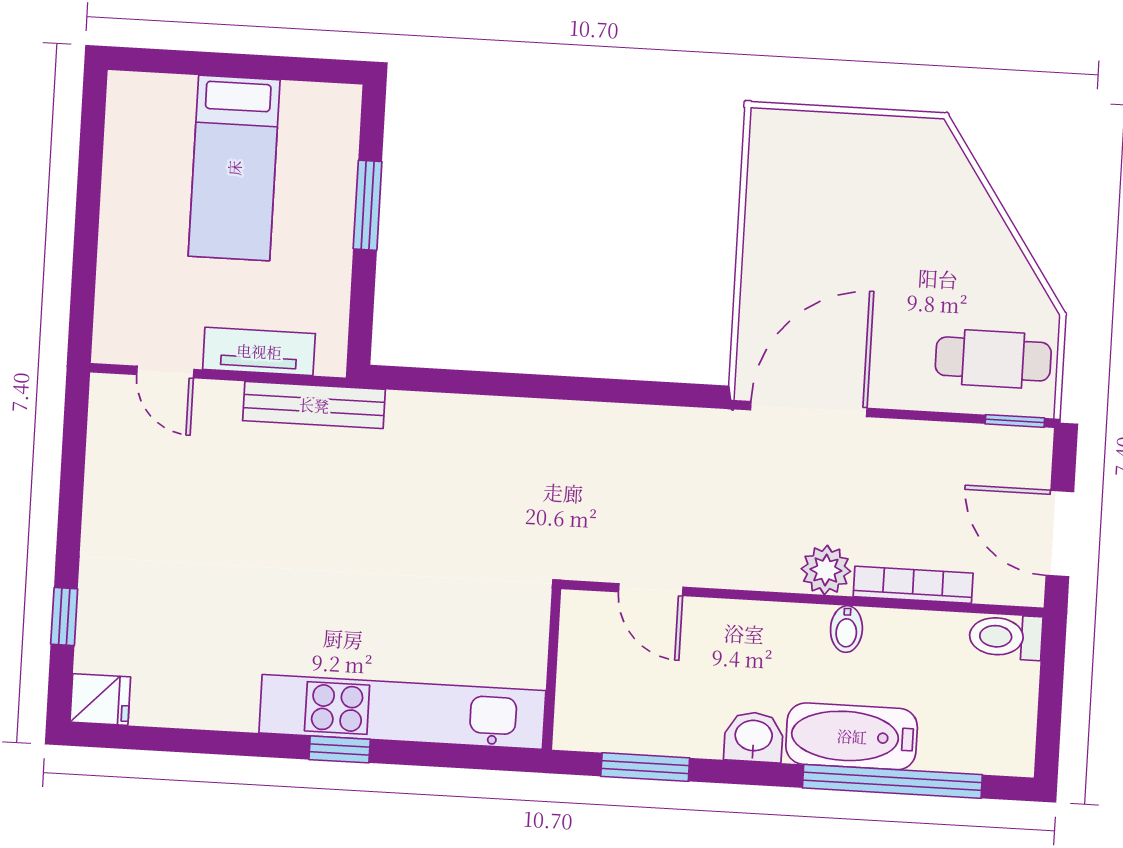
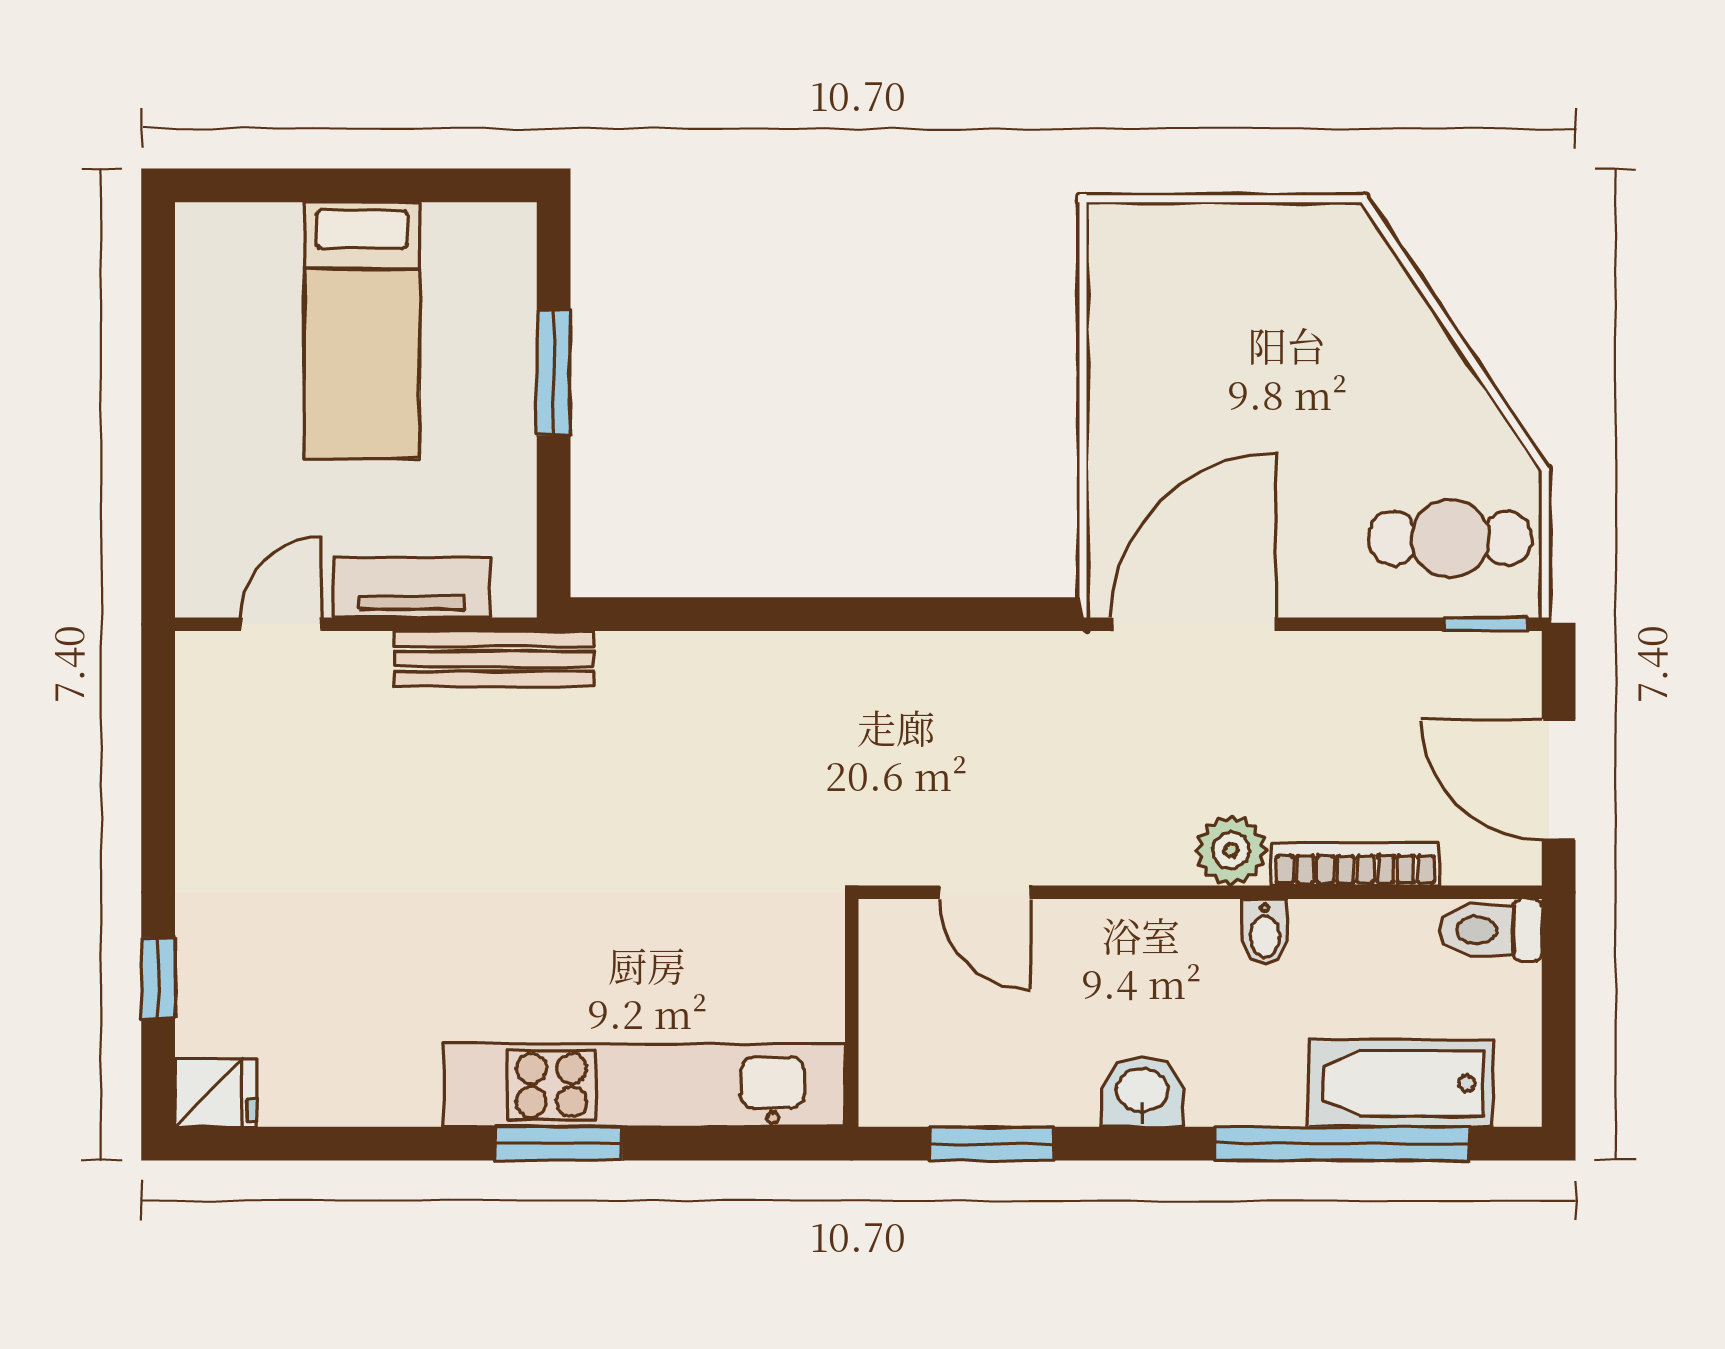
door: (165, 372) -> (281, 624), swing flipped
bathtub: (852, 736) -> (1400, 1083), moved
window: (340, 749) -> (558, 1144), width x1.50

